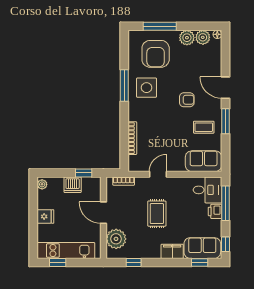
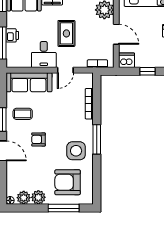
armchair: (156, 54) -> (68, 182), turned -90
window: (124, 85) -> (97, 139), moved
sofa: (204, 161) -> (29, 82), width x1.36
window: (84, 173) -> (147, 71), moved
dishwasher: (73, 185) -> (127, 60), moved
desk: (207, 190) -> (44, 54), moved, turned -90

